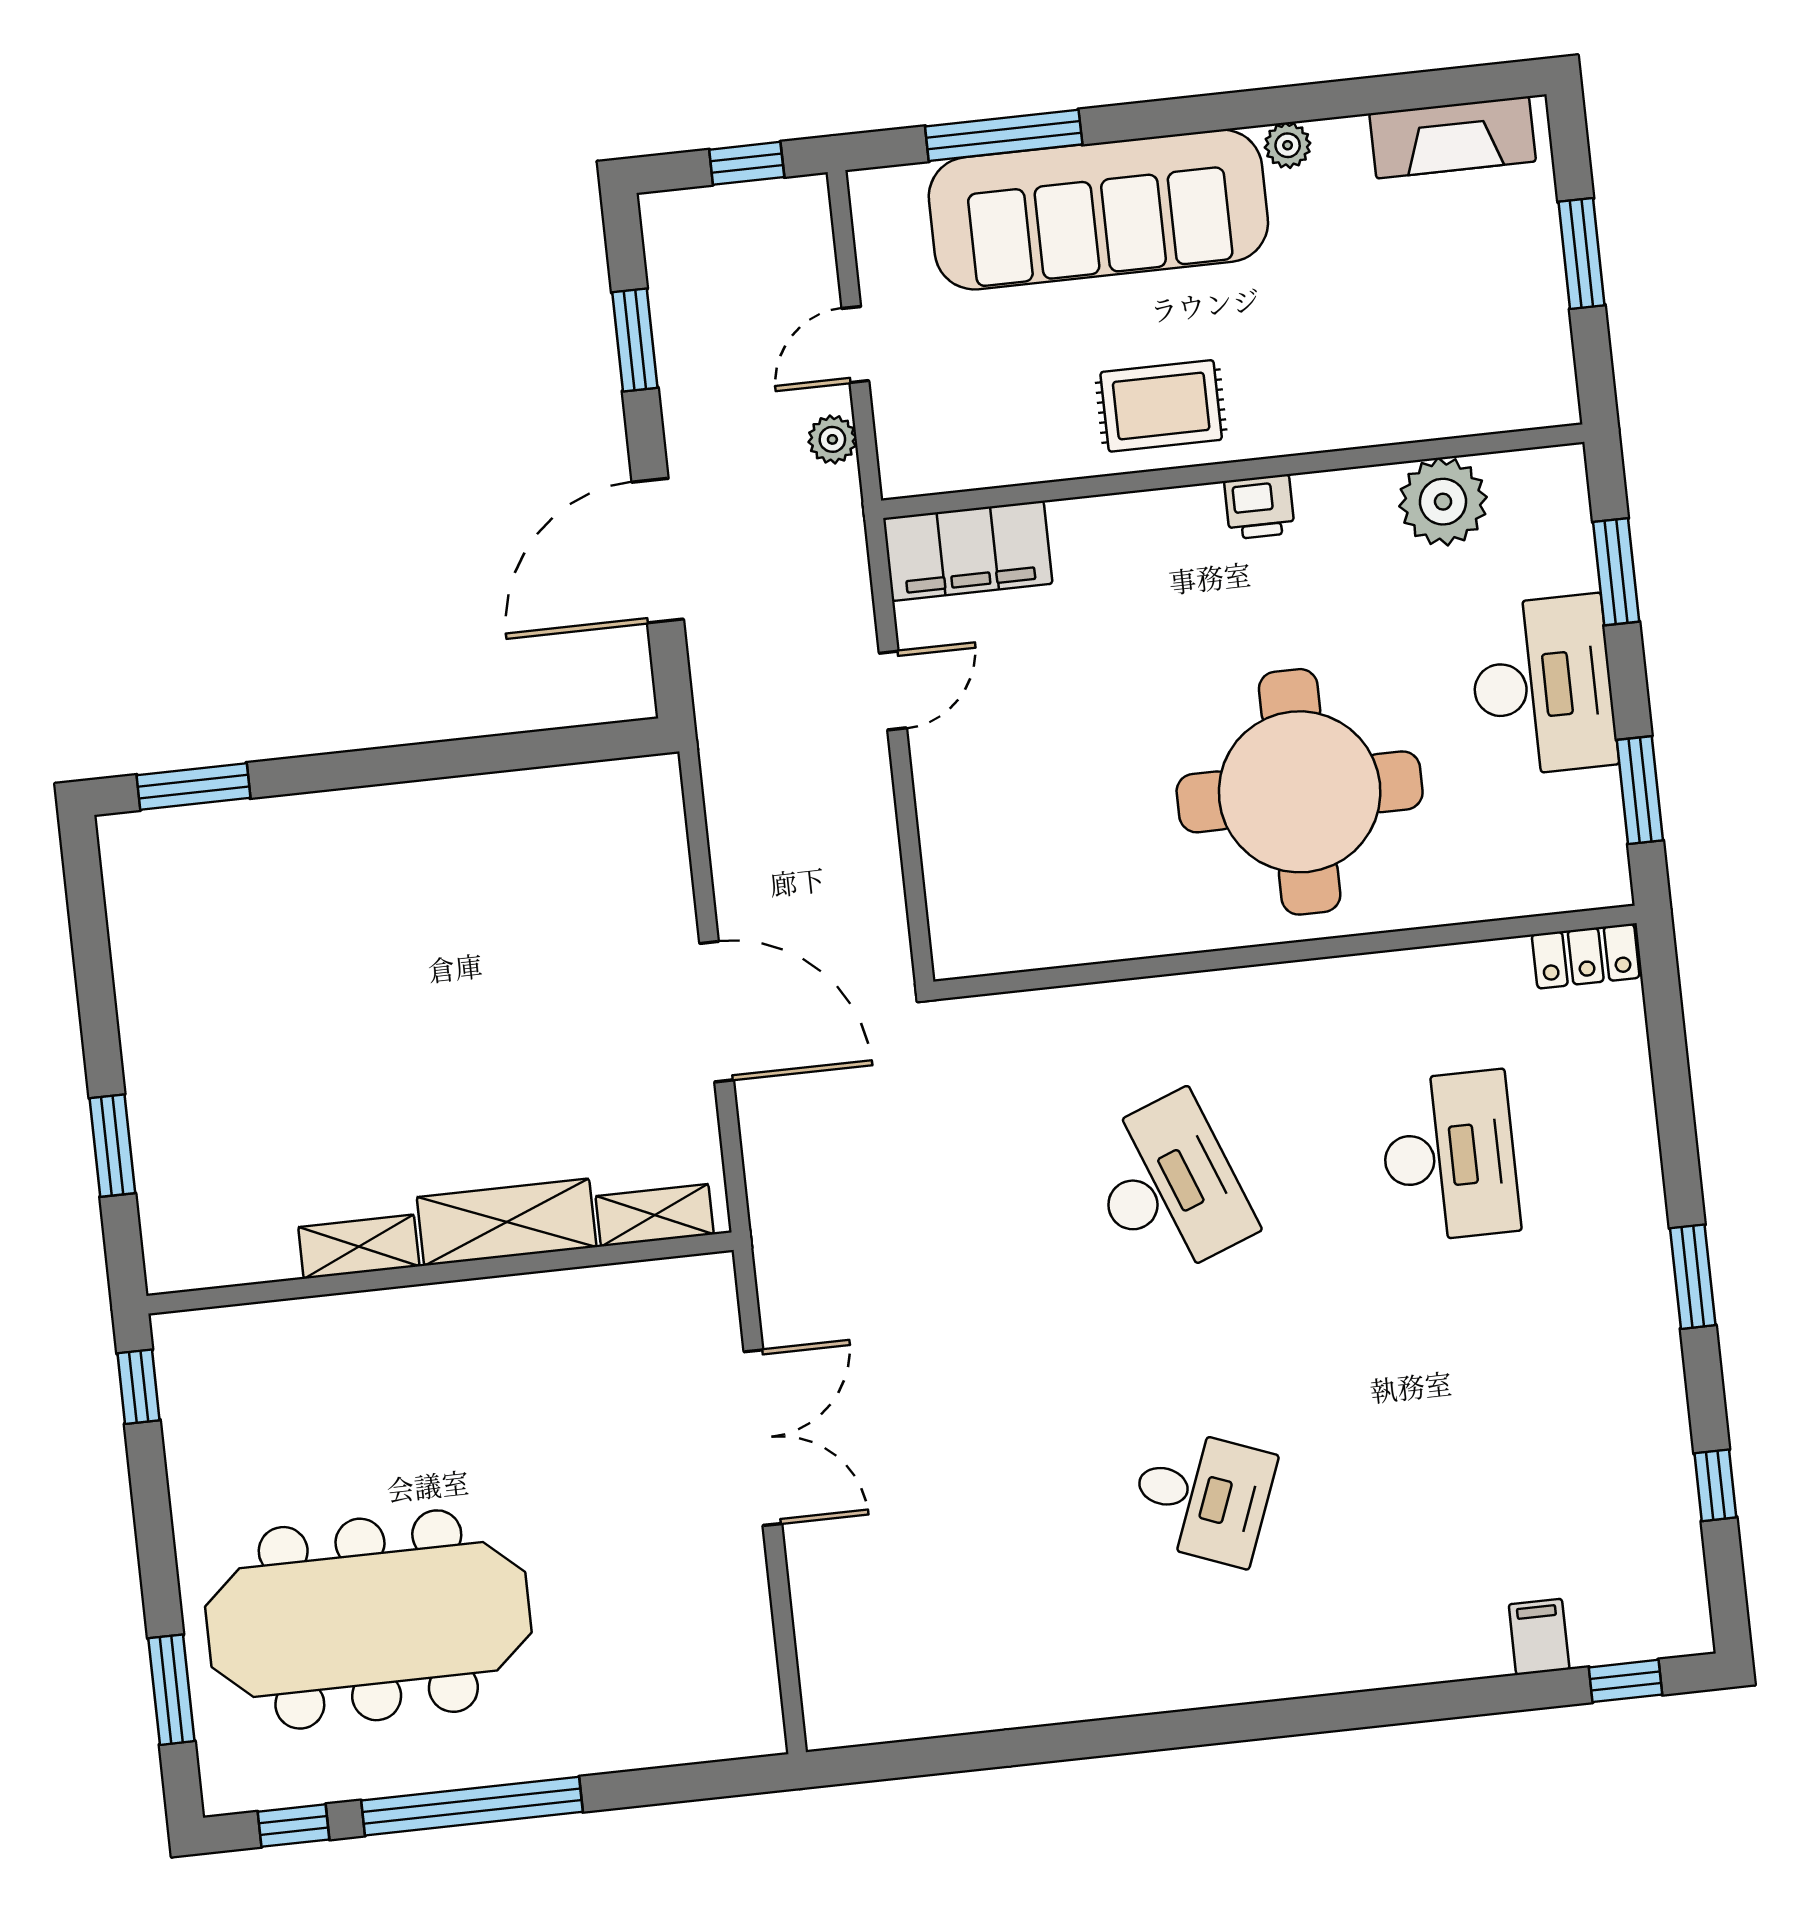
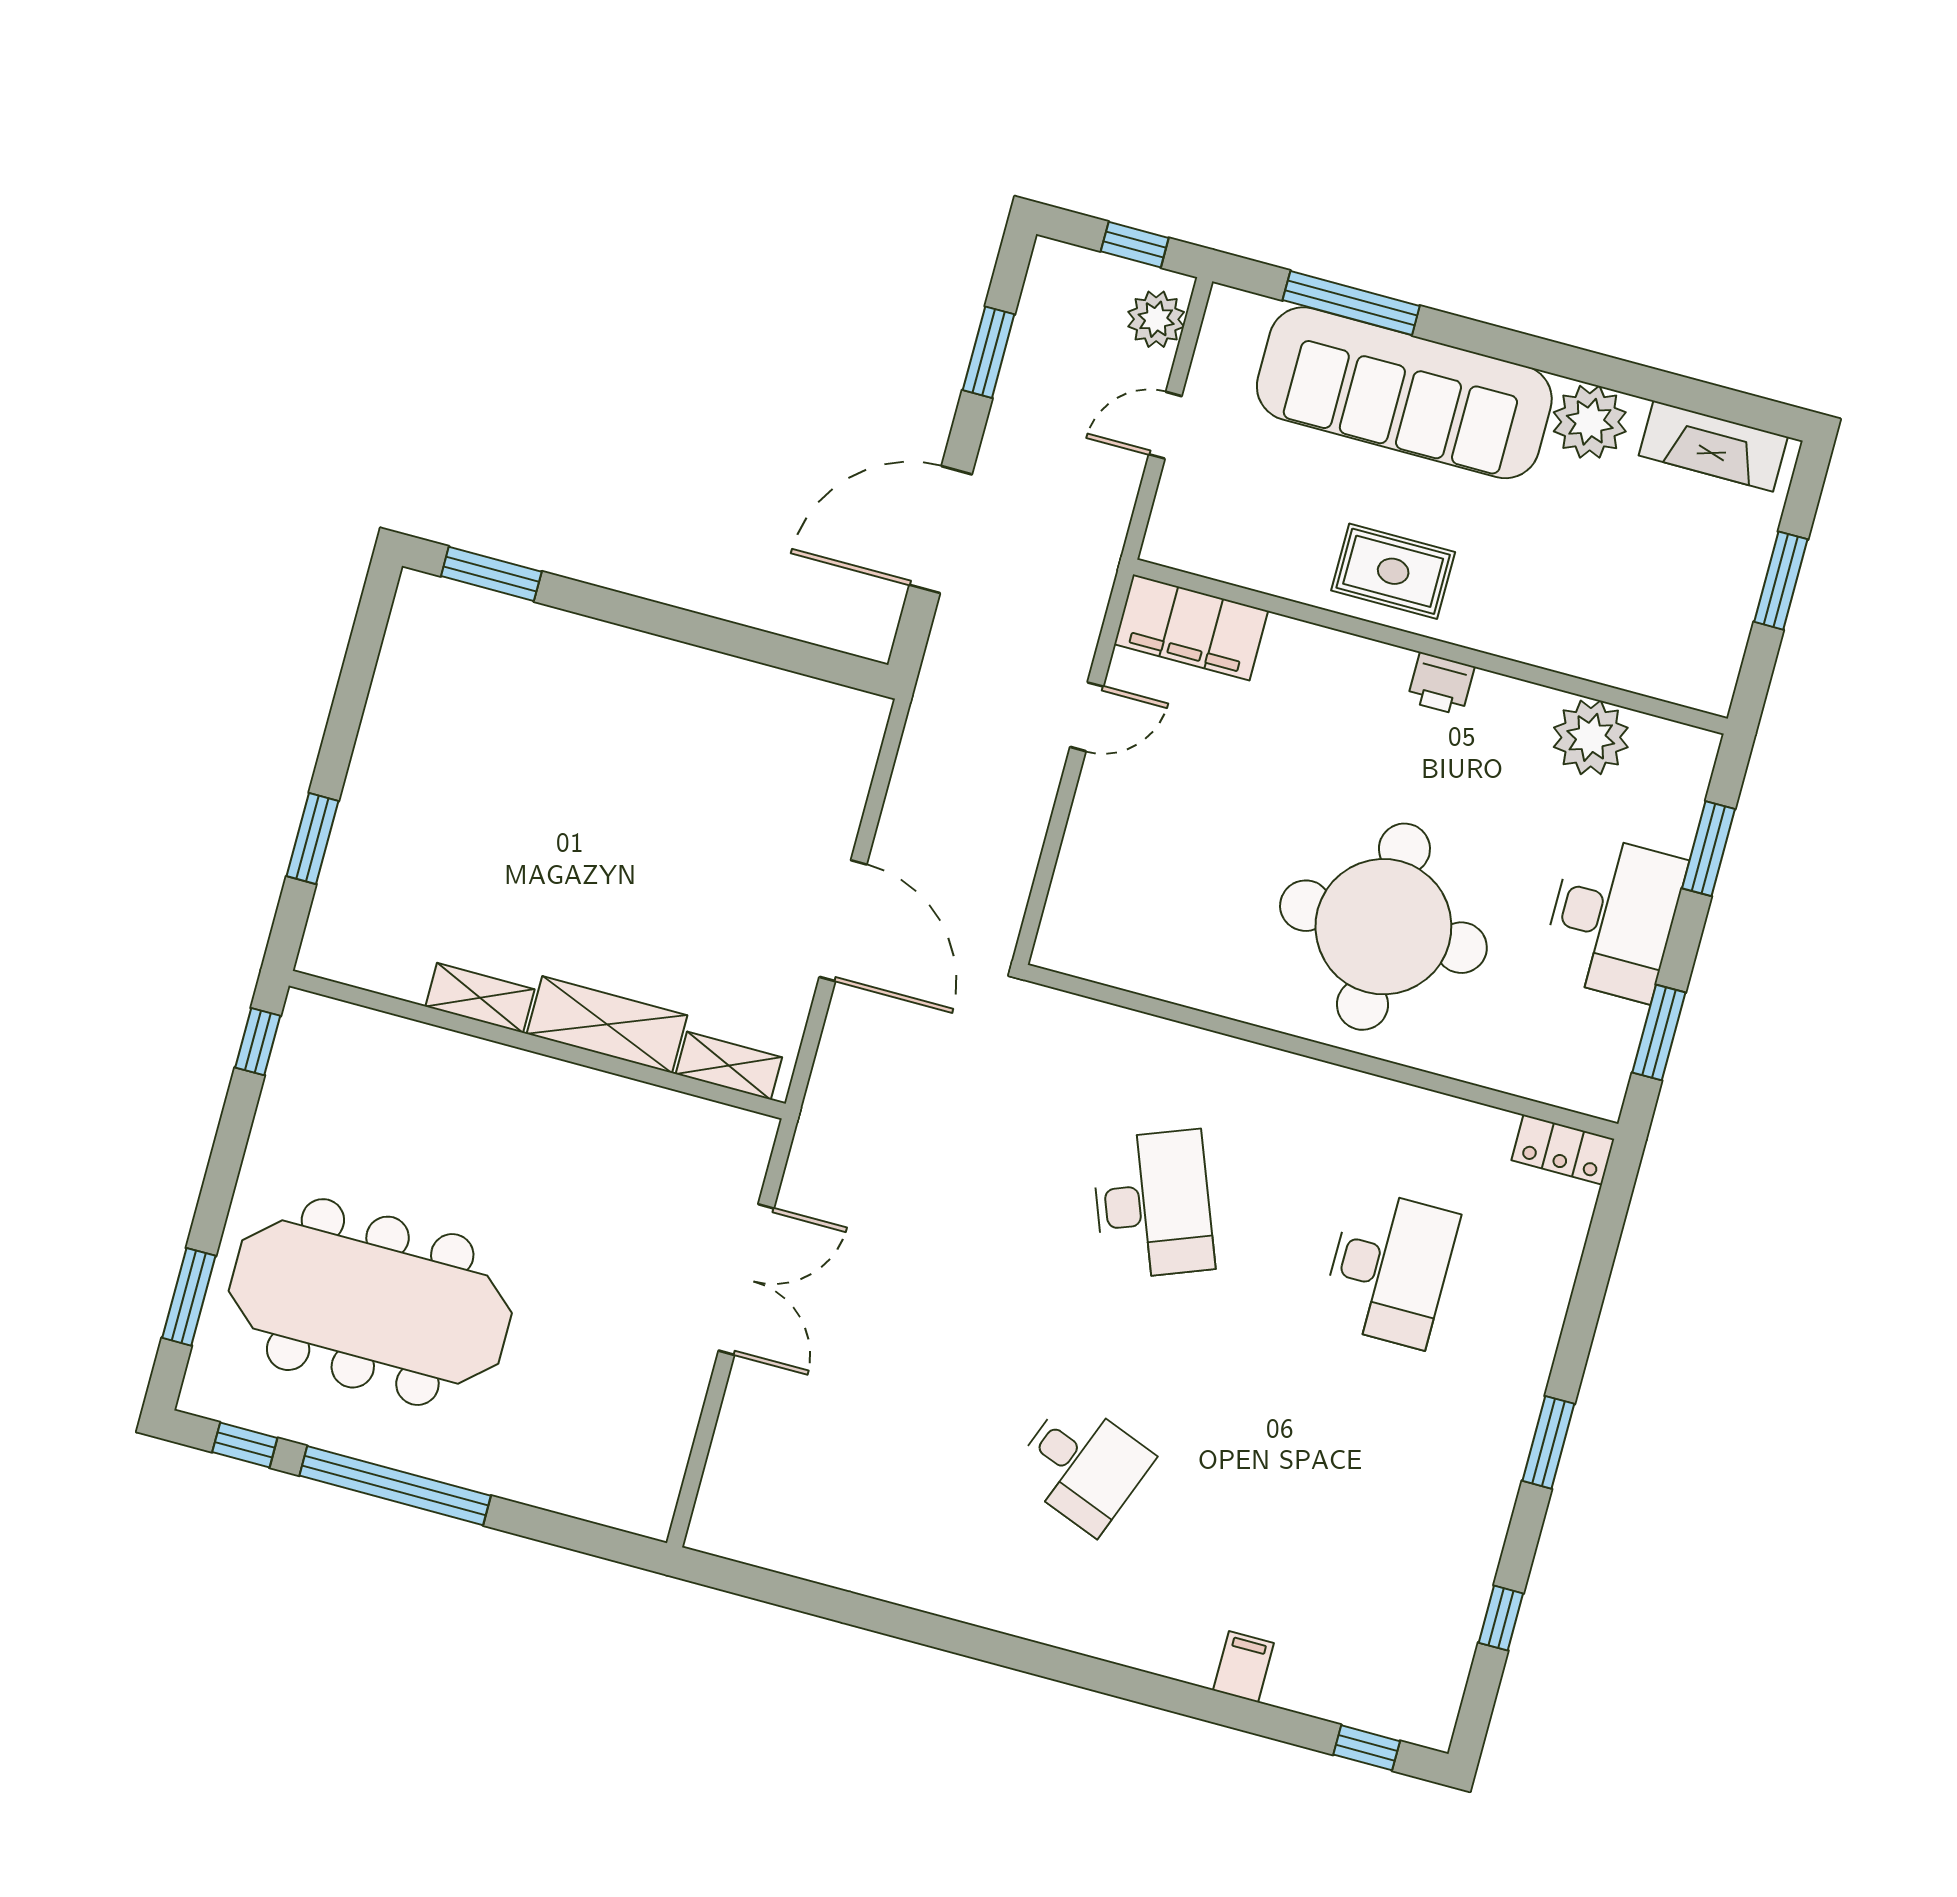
plant: (1288, 145) -> (1590, 422), width x1.88, depth x1.88
plant: (832, 439) -> (1156, 319), moved, width x1.38, depth x1.38
filing cabinet: (1539, 1637) -> (1243, 1667), moved

